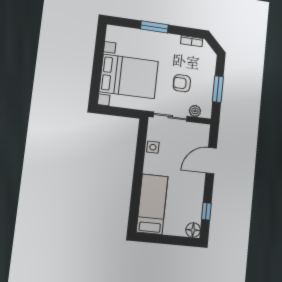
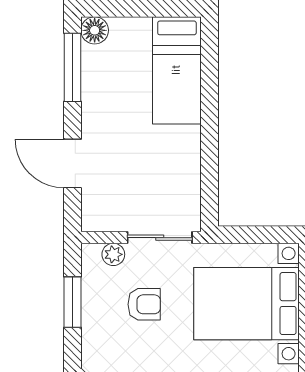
side table: (153, 147) -> (187, 176), removed
door: (211, 161) -> (72, 164), swing flipped
window: (206, 211) -> (72, 67), width x2.17

